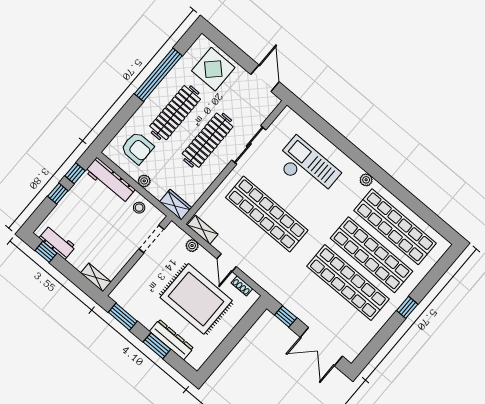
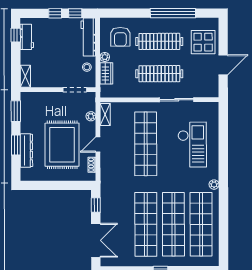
door: (265, 78) -> (223, 65), moved
wardrobe: (176, 205) -> (106, 73), moved
double door: (321, 347) -> (96, 240), swing flipped

